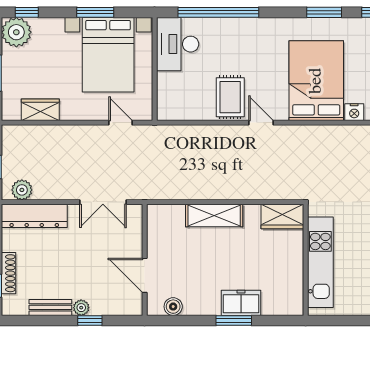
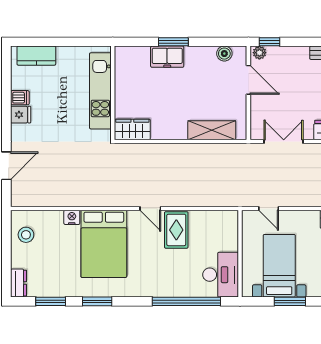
bed with nightstands: (108, 55) -> (279, 266), width x0.73
shelving: (214, 216) -> (212, 130), moved
plant: (81, 308) -> (259, 53), moved
window: (90, 320) -> (269, 42), moved

